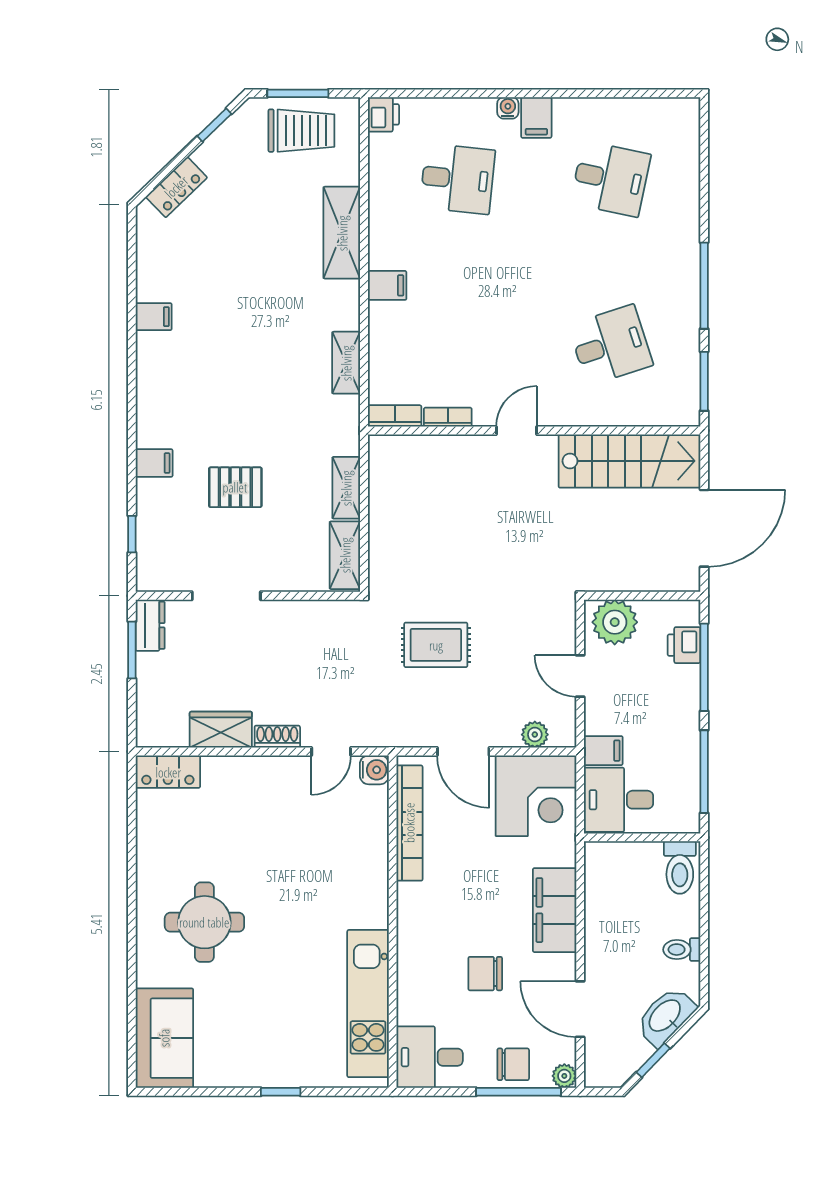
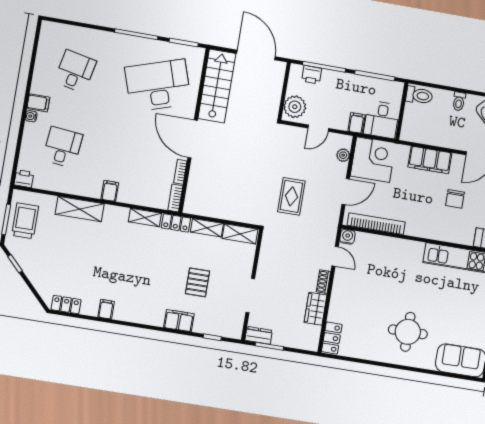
locker: (176, 187) -> (66, 305), moved, turned -46
desk: (611, 345) -> (158, 85), width x1.87, depth x1.30
locker: (345, 425) -> (176, 223), added
door: (517, 430) -> (193, 139), width x1.87
filing cabinet: (154, 463) -> (179, 321), width x2.00

